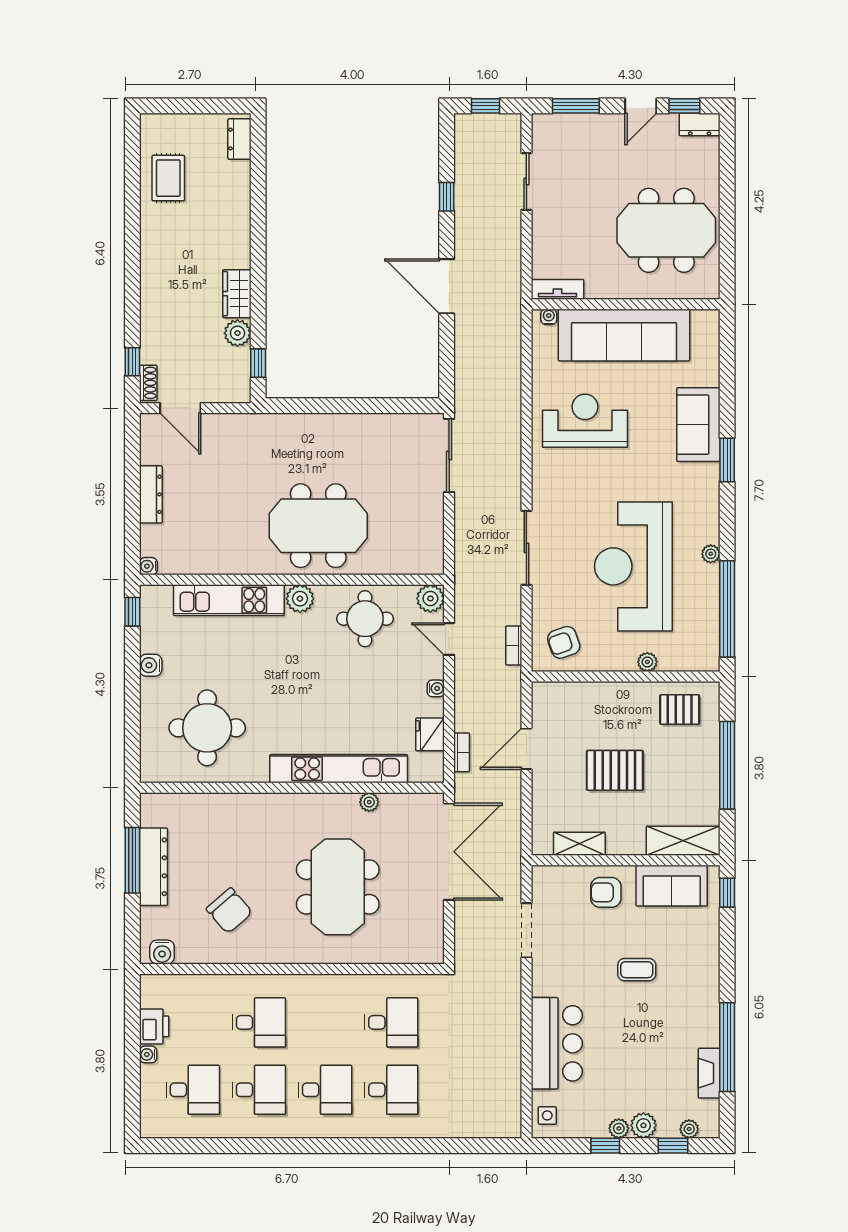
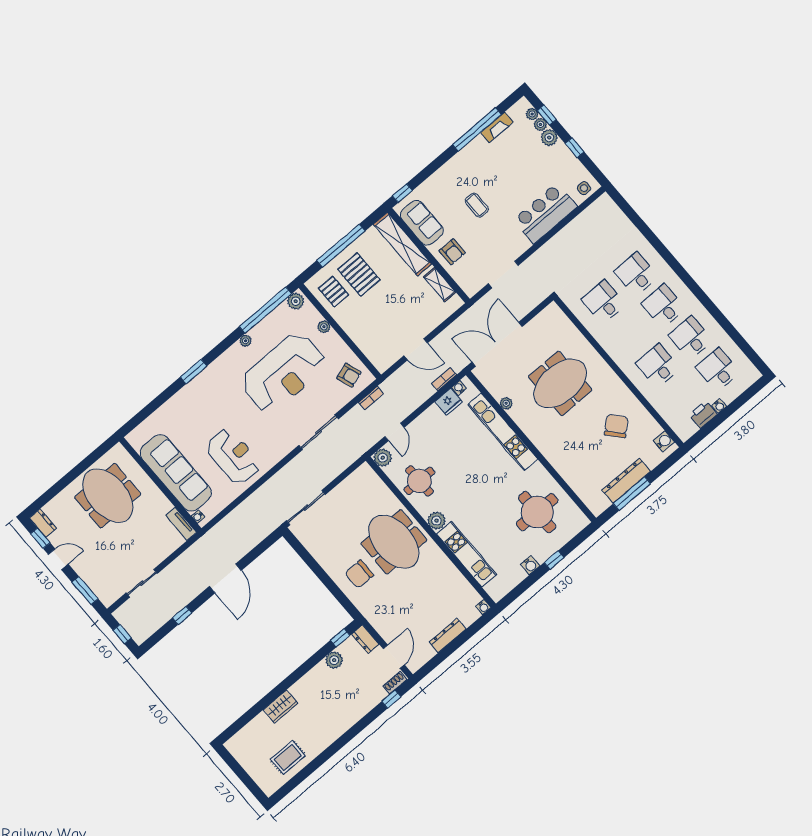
dresser: (239, 139) -> (365, 639), moved, turned 90
wardrobe: (237, 294) -> (280, 706), moved
reception desk: (585, 421) -> (233, 456), turned 180
sofa: (698, 425) -> (188, 400), removed
chair: (315, 451) -> (359, 574), added
window: (132, 612) -> (554, 560), moved
plant: (707, 654) -> (296, 301), added
water cooler: (436, 688) -> (459, 388), moved
pallet: (615, 770) -> (359, 275), moved
shelving: (683, 841) -> (402, 244), width x1.47
plant: (619, 1128) -> (540, 124), moved

